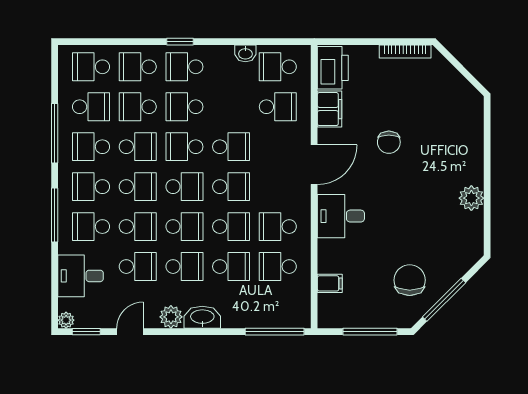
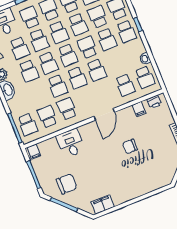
school desk: (184, 67) -> (126, 32), turned 180
school desk: (278, 67) -> (145, 77), turned 180
printer: (333, 68) -> (154, 102), width x0.53, depth x0.68
school desk: (184, 107) -> (107, 39), turned 180
filing cabinet: (330, 109) -> (139, 109), width x0.50
door: (314, 165) -> (104, 114), hinge flipped
plant: (471, 198) -> (119, 198), removed
desk: (341, 216) -> (71, 143), moved
filing cabinet: (471, 231) -> (103, 204), added
school desk: (231, 267) -> (28, 125), moved
filing cabinet: (330, 283) -> (34, 152), moved

